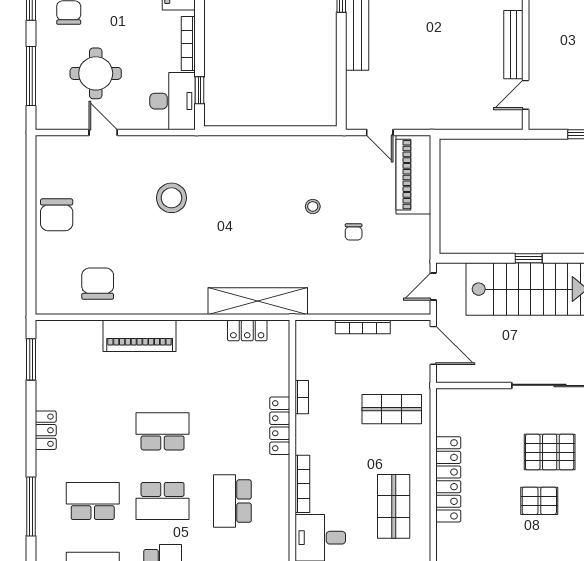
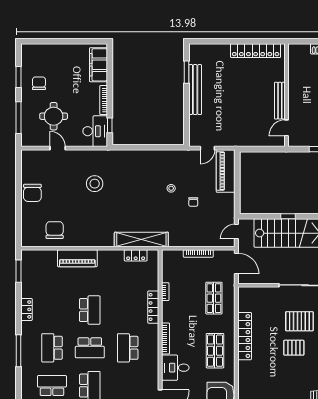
door: (380, 132) -> (207, 148), hinge flipped
shop shelf: (392, 409) -> (214, 298), turned 90
school desk: (163, 431) -> (90, 310), turned 90
school desk: (93, 501) -> (52, 348), turned -90

